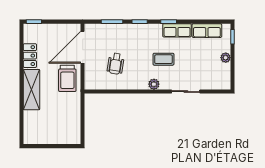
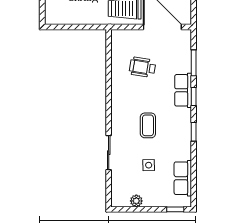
row of seats: (177, 30) -> (183, 90), moved
plant: (226, 58) -> (136, 201), moved
side table: (196, 59) -> (149, 165), added
plant: (154, 84) -> (118, 114), removed

